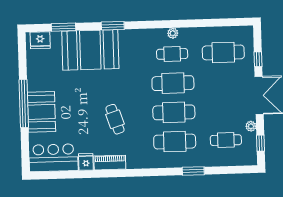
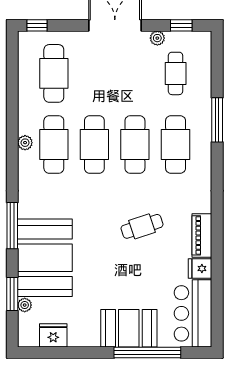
window: (113, 26) -> (12, 226), width x1.44
plant: (56, 36) -> (25, 305), added
fridge: (40, 40) -> (53, 335), moved, turned -90
cafe table: (172, 54) -> (54, 144), width x1.37, depth x1.35
window: (258, 59) -> (37, 25), moved
window: (24, 104) -> (147, 352), moved
window: (193, 171) -> (217, 120), width x1.44

